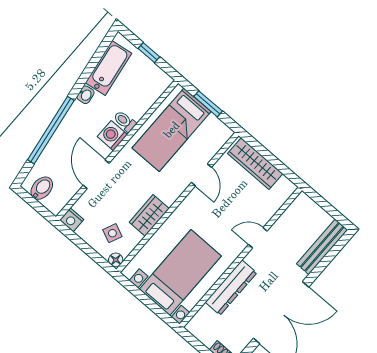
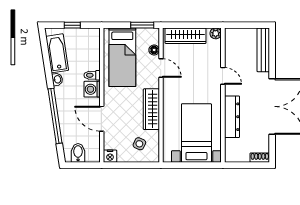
window: (208, 104) -> (142, 25), moved
plant: (288, 188) -> (216, 33), added
wardrobe: (149, 215) -> (151, 109), width x1.50
door: (258, 238) -> (223, 76), swing flipped
floor lamp: (116, 260) -> (154, 50), moved

